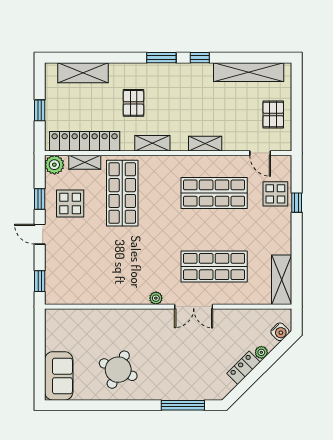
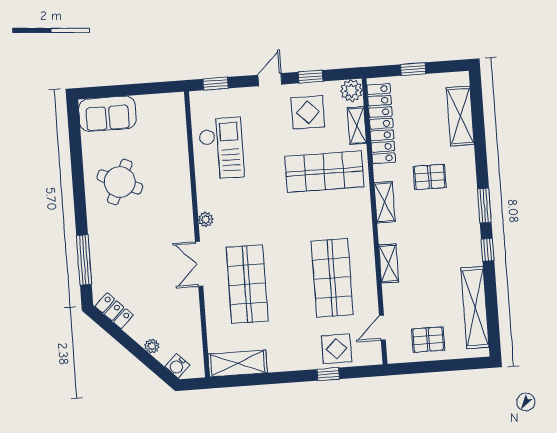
checkout: (96, 280) -> (221, 148), added
locker: (243, 368) -> (114, 311), moved

